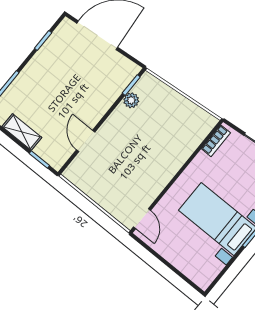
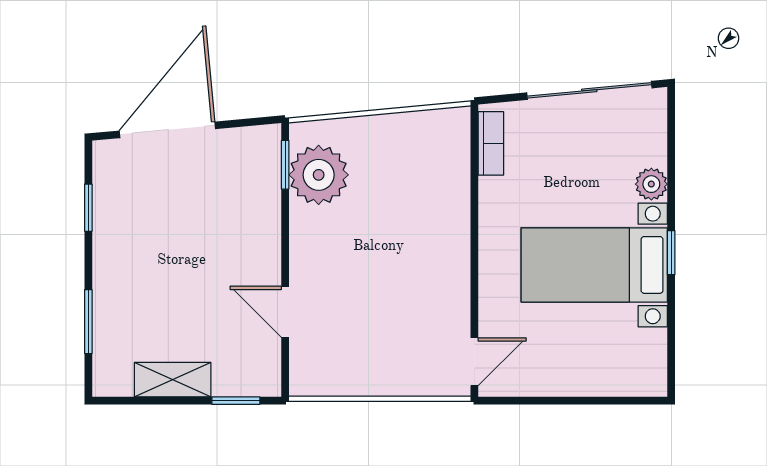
plant: (131, 100) -> (319, 175), width x1.88, depth x1.88
door: (142, 219) -> (474, 362), hinge flipped

